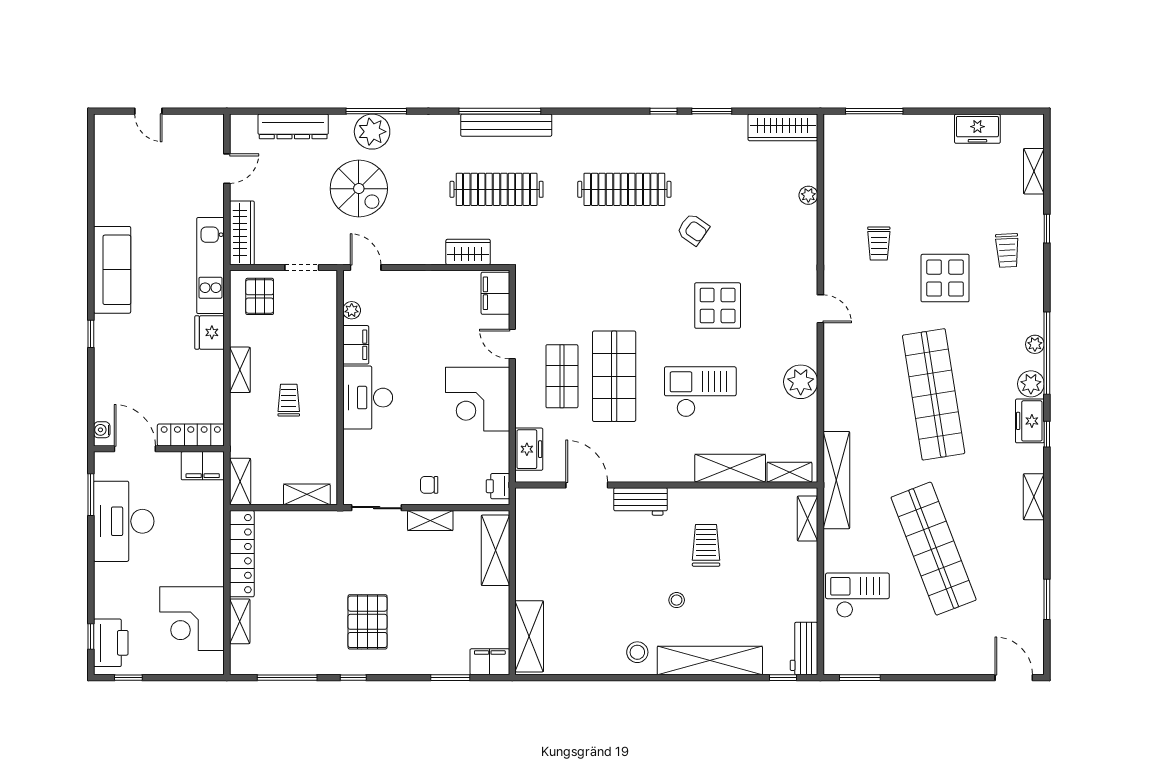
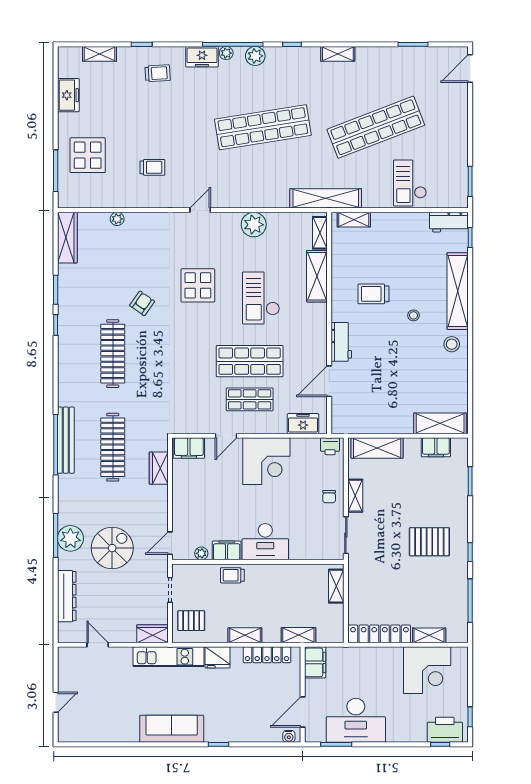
wardrobe: (242, 233) -> (152, 634), width x0.67
display table: (945, 278) -> (88, 155), moved
trolley: (289, 400) -> (232, 575), moved
freezer: (1030, 421) -> (202, 57), moved
locker: (191, 435) -> (267, 655), moved, turned -90
shelving: (240, 482) -> (298, 635), moved
filing cabinet: (490, 662) -> (436, 447), moved, turned -90

